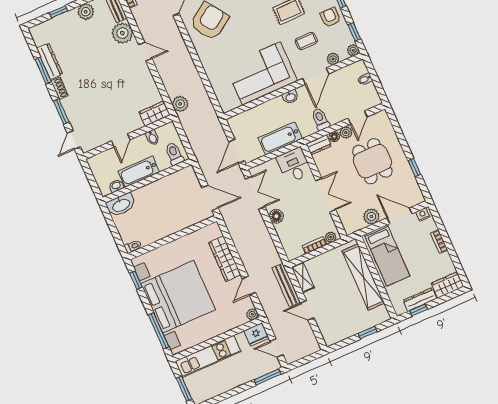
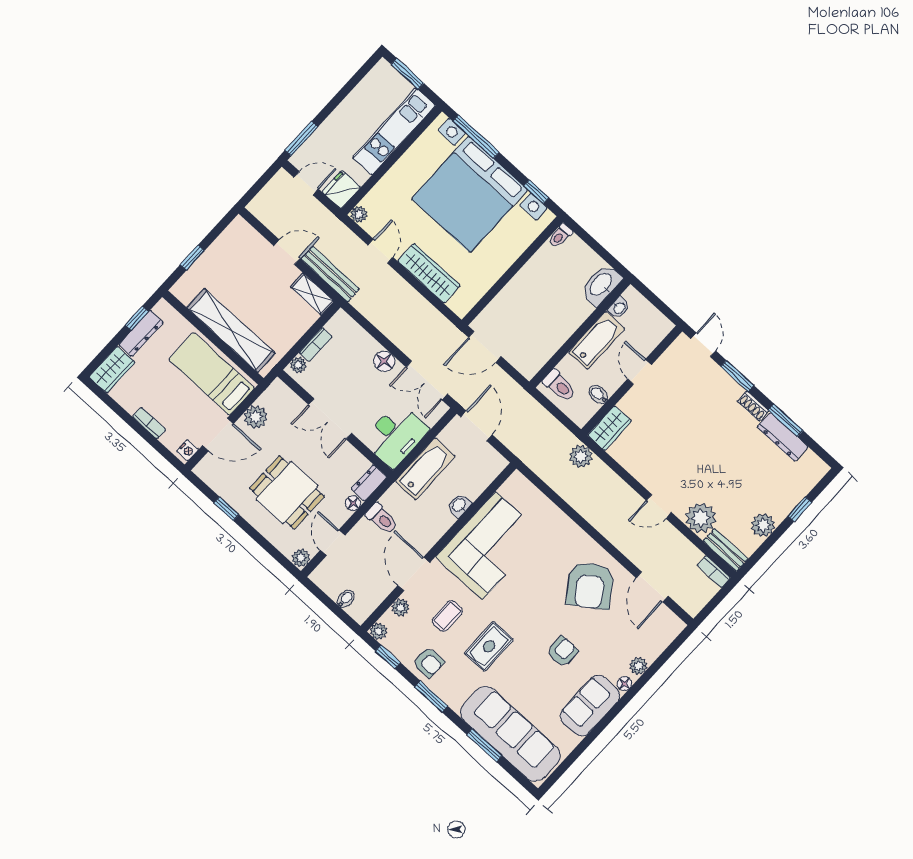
washbasin: (290, 97) -> (459, 505), moved
plant: (346, 133) -> (301, 558), moved
desk: (294, 165) -> (396, 435), width x1.37

